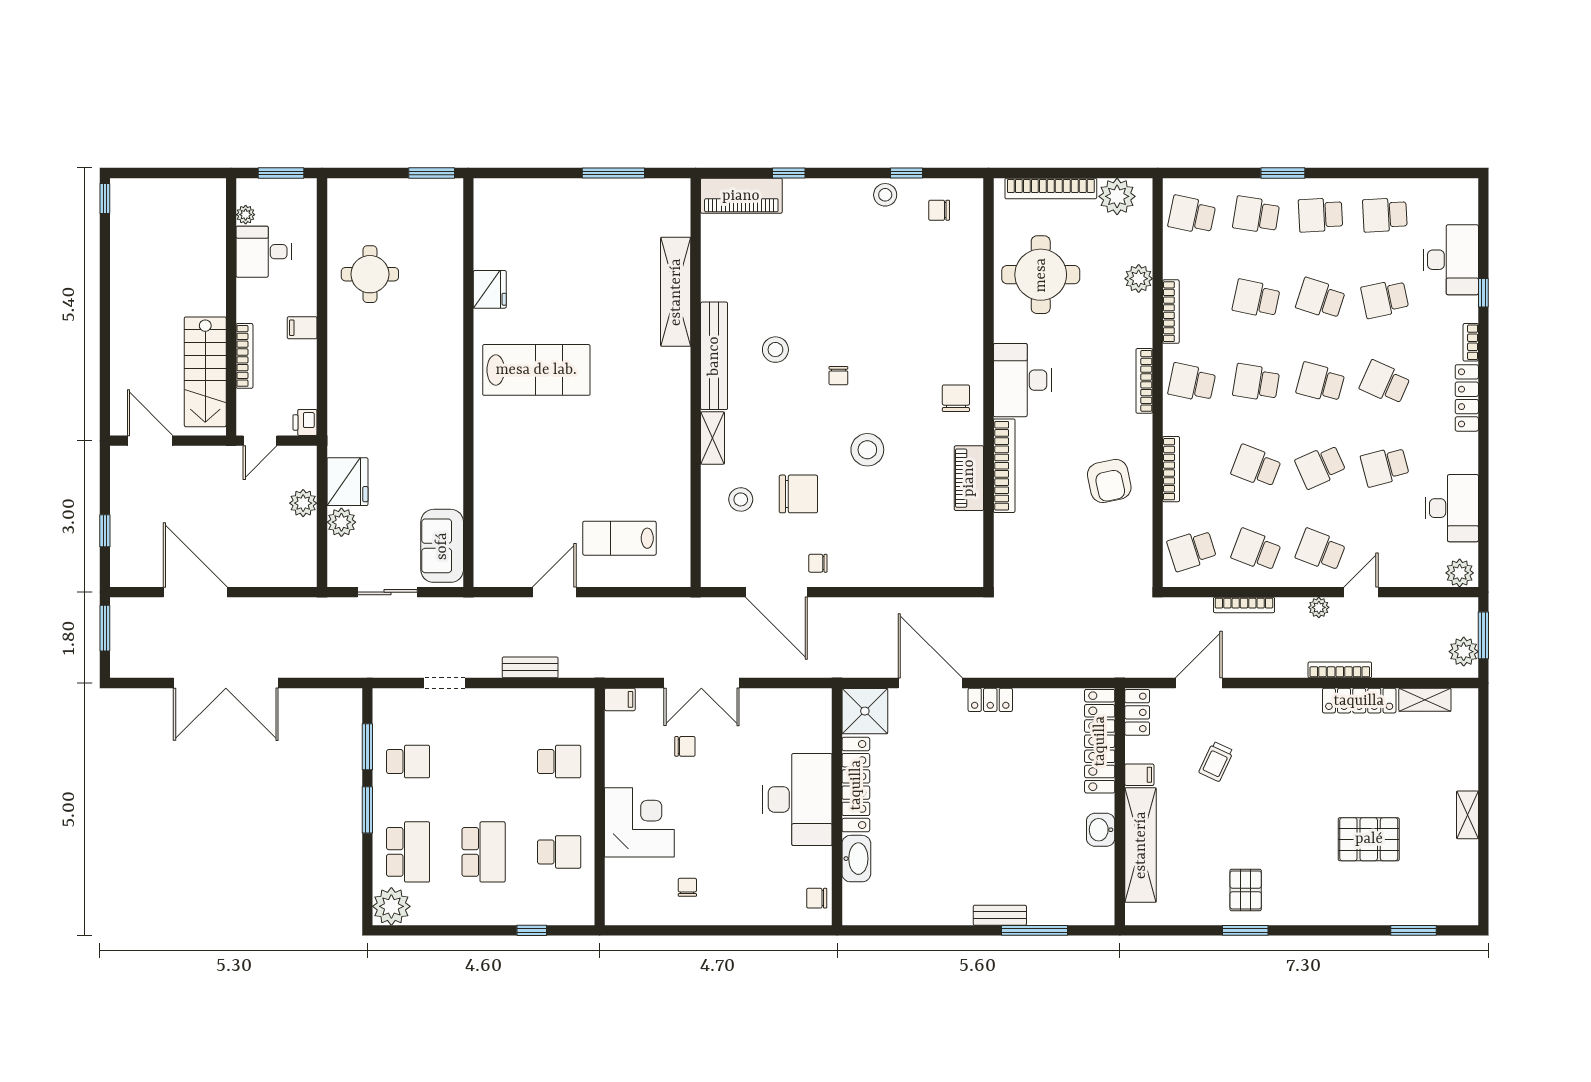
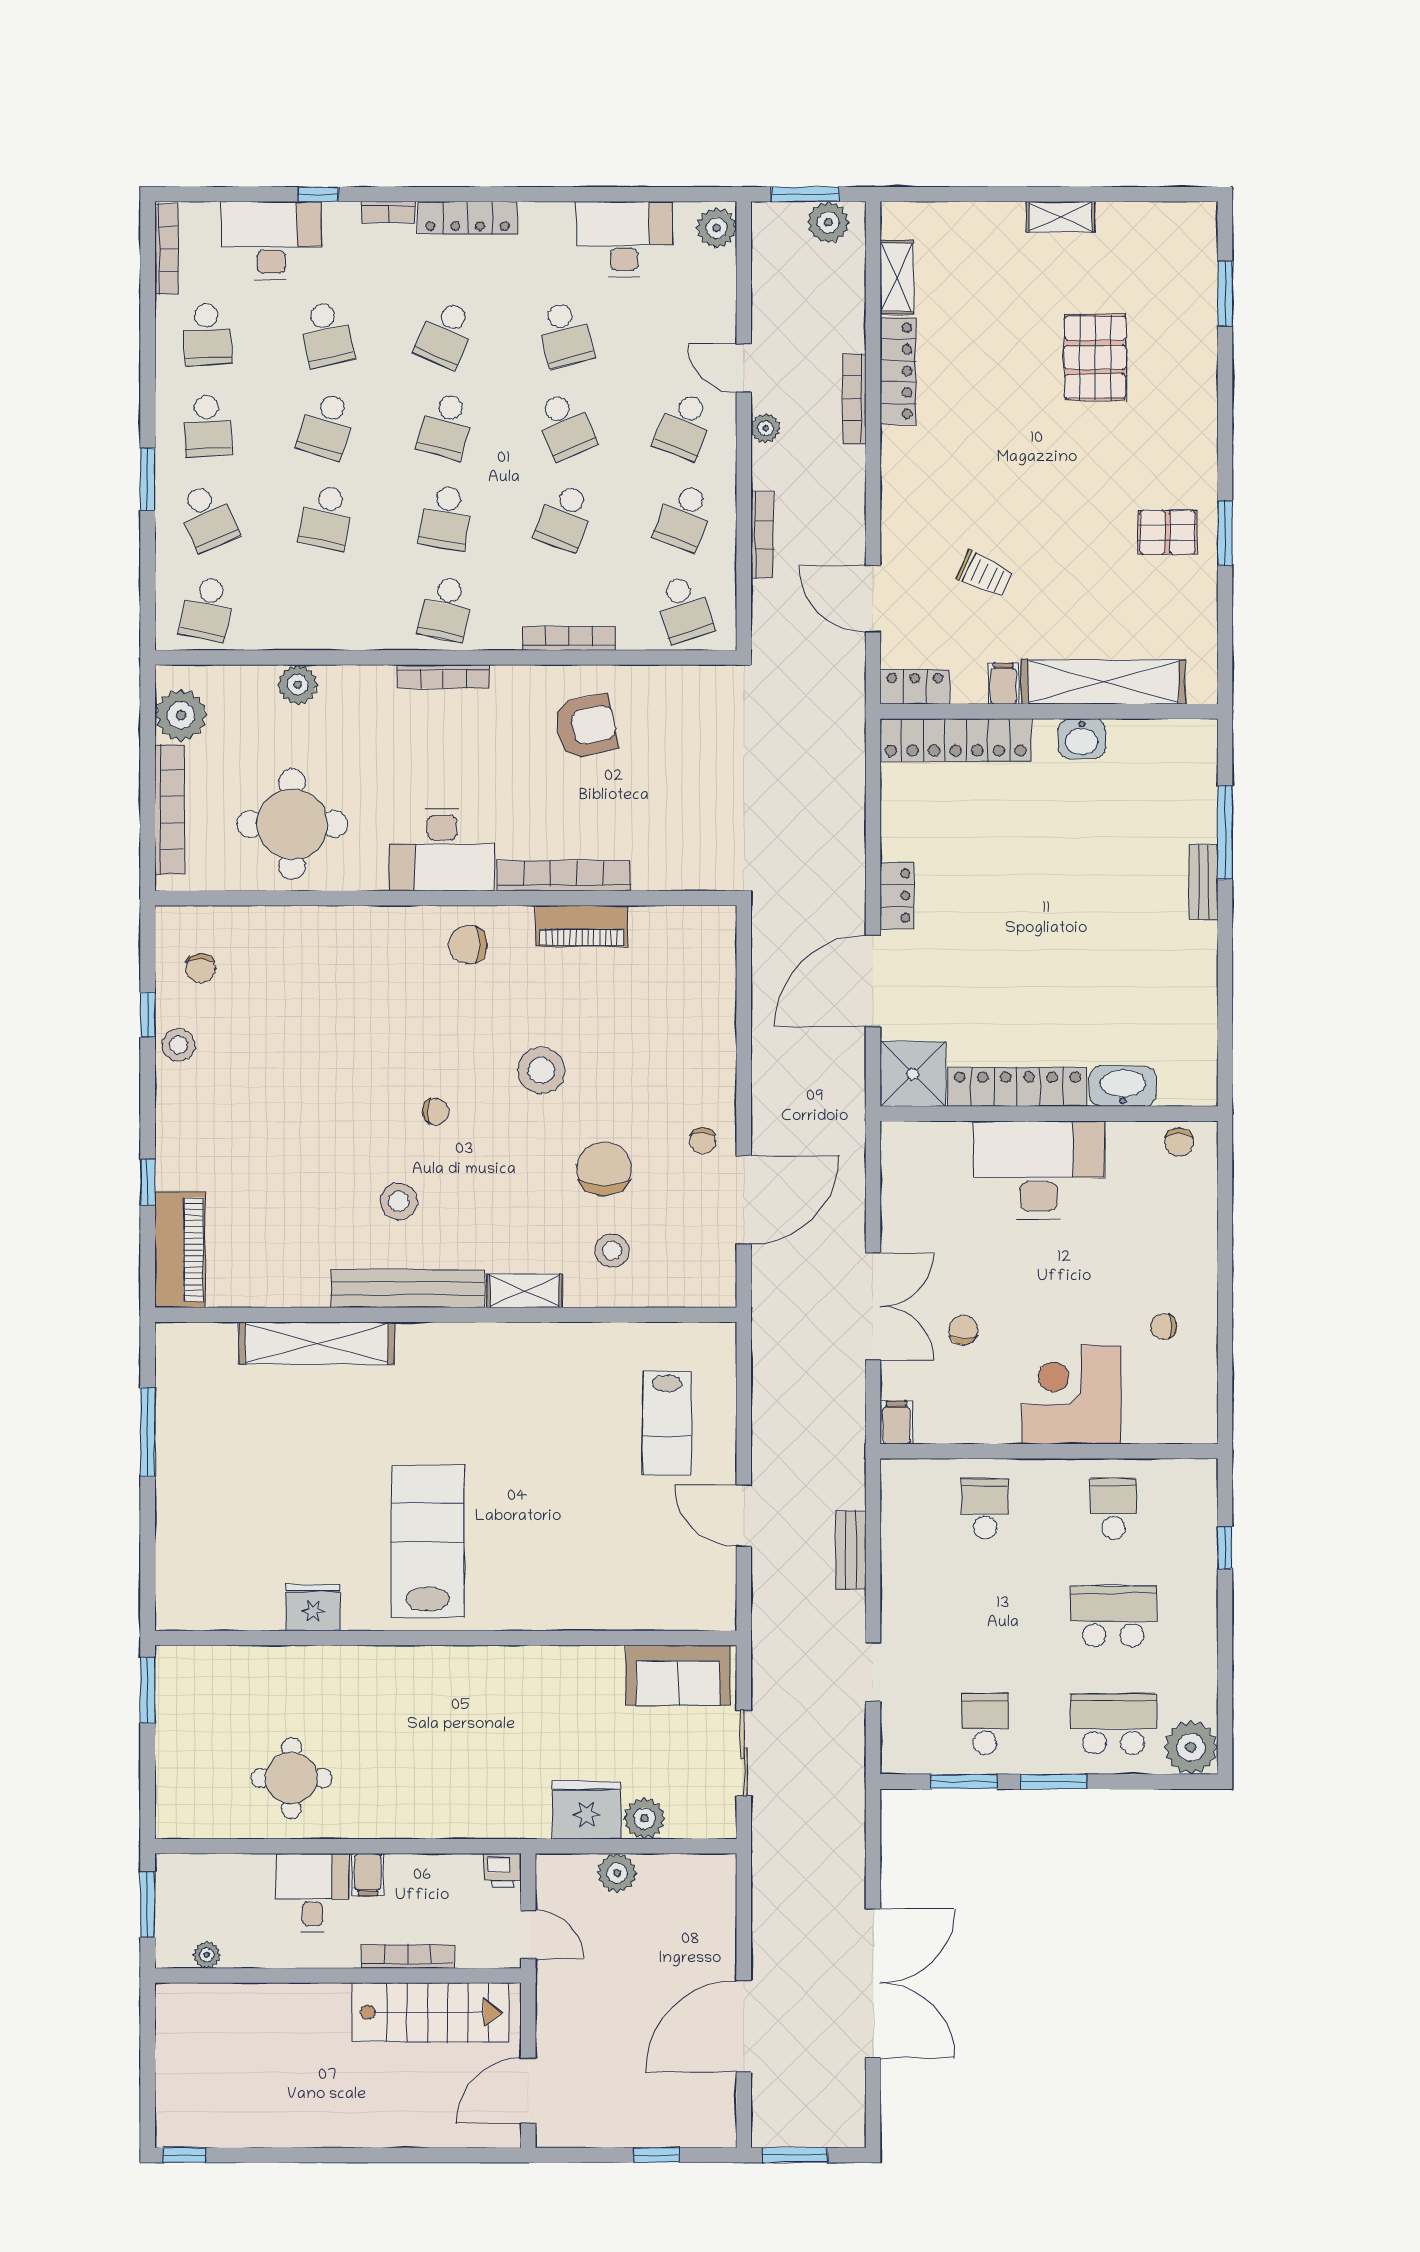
school desk: (1256, 215) -> (207, 517), turned -33
desk: (264, 252) -> (313, 1893), moved, turned 180
bookcase: (1171, 312) -> (166, 249), moved, turned 90

